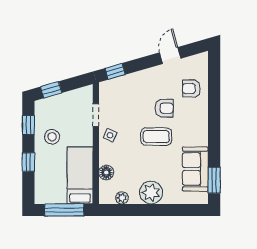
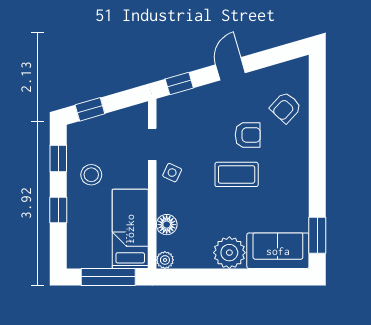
door: (170, 55) -> (230, 69), moved
armchair: (191, 89) -> (286, 108), turned -47
sofa: (195, 169) -> (278, 251), moved, turned 90
plant: (122, 198) -> (165, 260), moved

